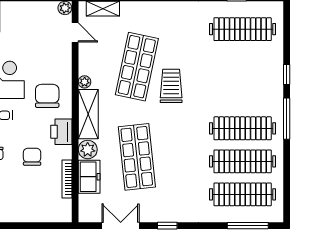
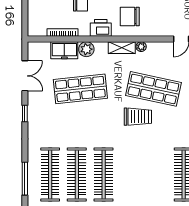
chair: (47, 96) -> (130, 16), turned 180
shelving: (88, 114) -> (122, 48), width x0.67, depth x0.75

